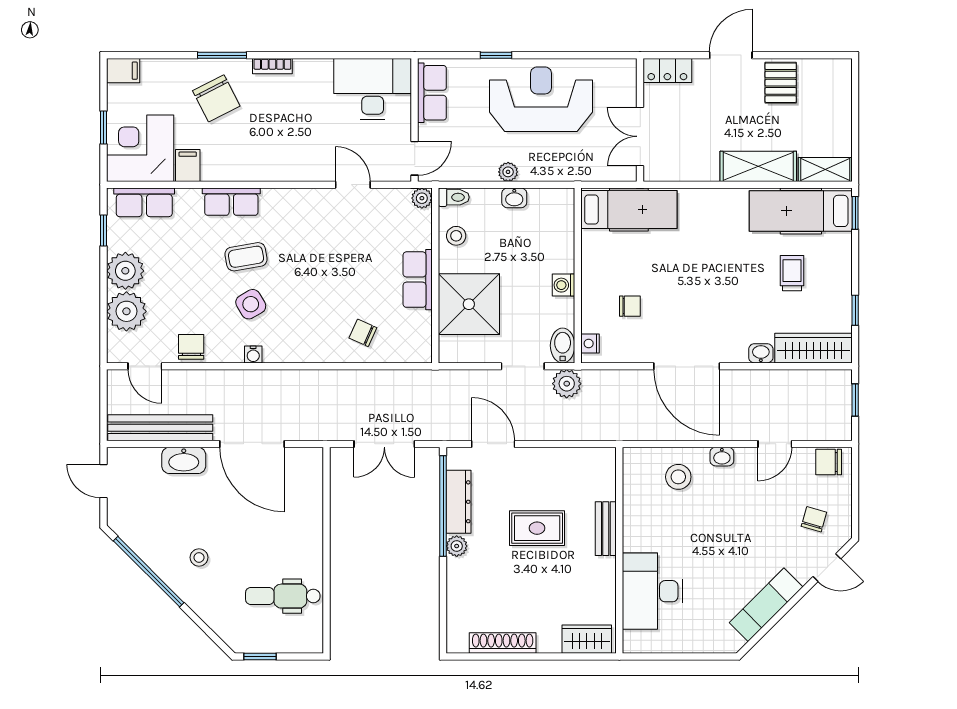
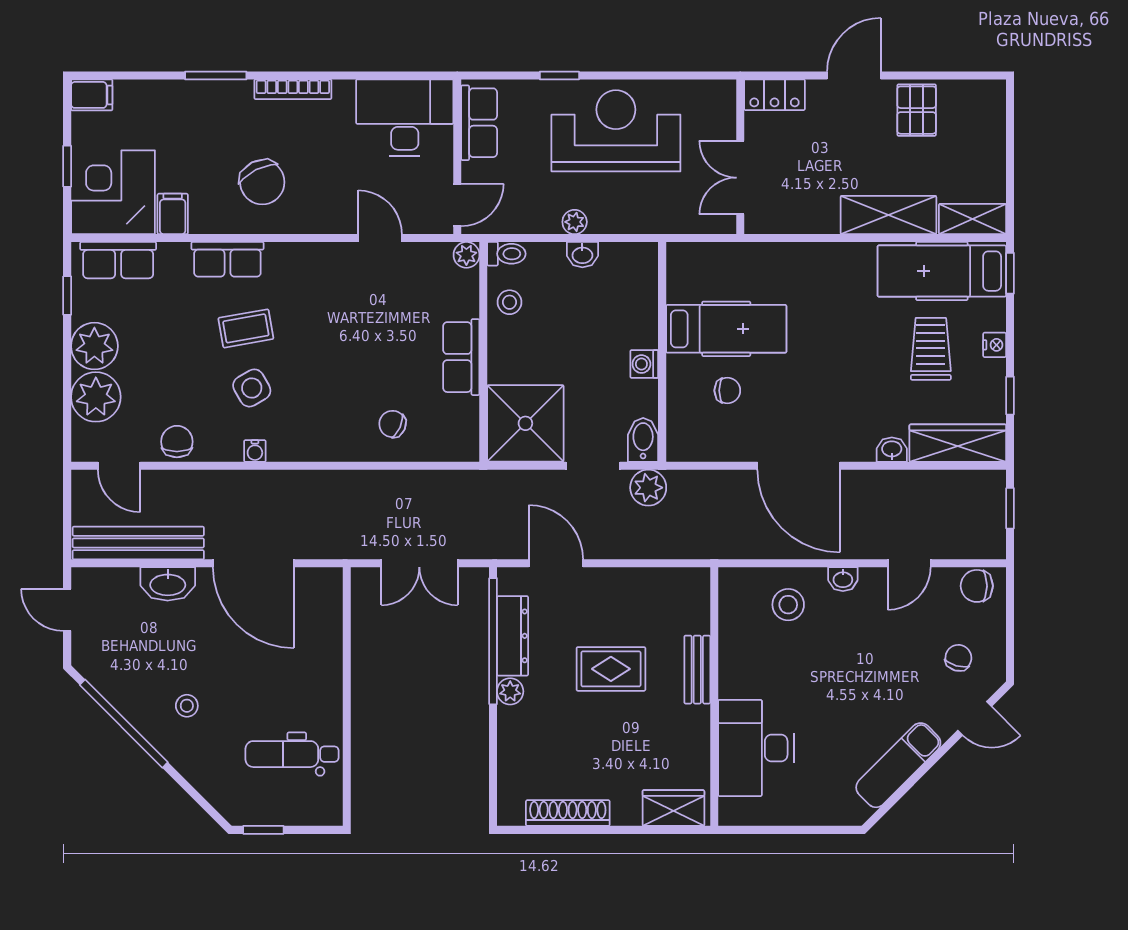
bookcase: (272, 66) -> (293, 89), width x1.56
chair: (216, 98) -> (262, 182), moved
hospital bed: (629, 209) -> (726, 329), moved
trolley: (792, 273) -> (931, 349), width x1.36, depth x1.39
shower: (469, 304) -> (525, 423), moved
nightstand: (590, 343) -> (995, 345), moved, turned 180

